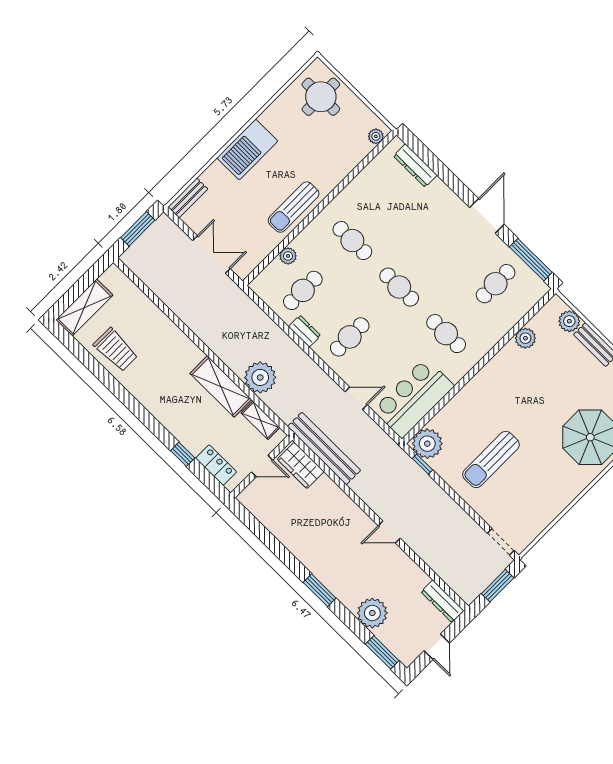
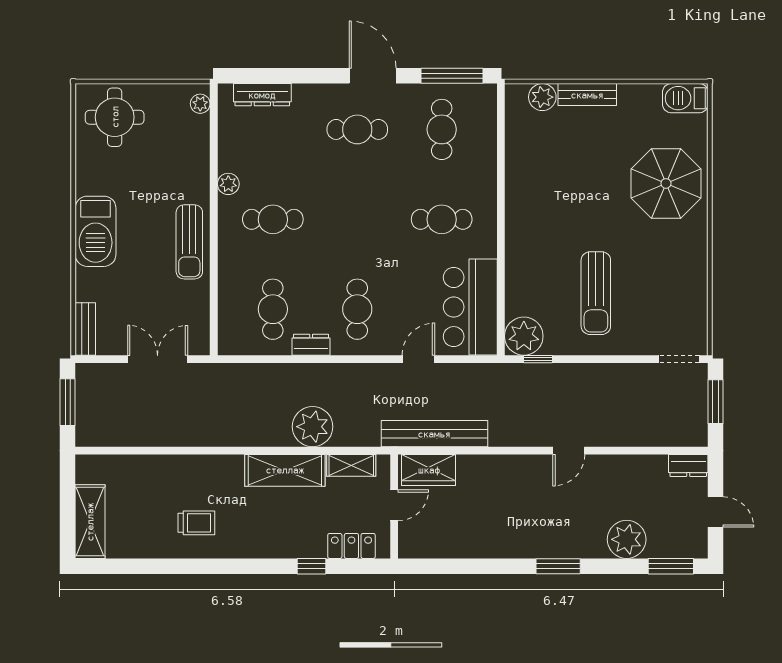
plant: (288, 256) -> (228, 184), moved
cafe table: (399, 287) -> (357, 129), moved
plant: (525, 338) -> (518, 152), removed
trolley: (116, 350) -> (196, 523), moved, width x0.73, depth x0.72
dresser: (442, 601) -> (688, 465), width x0.70

